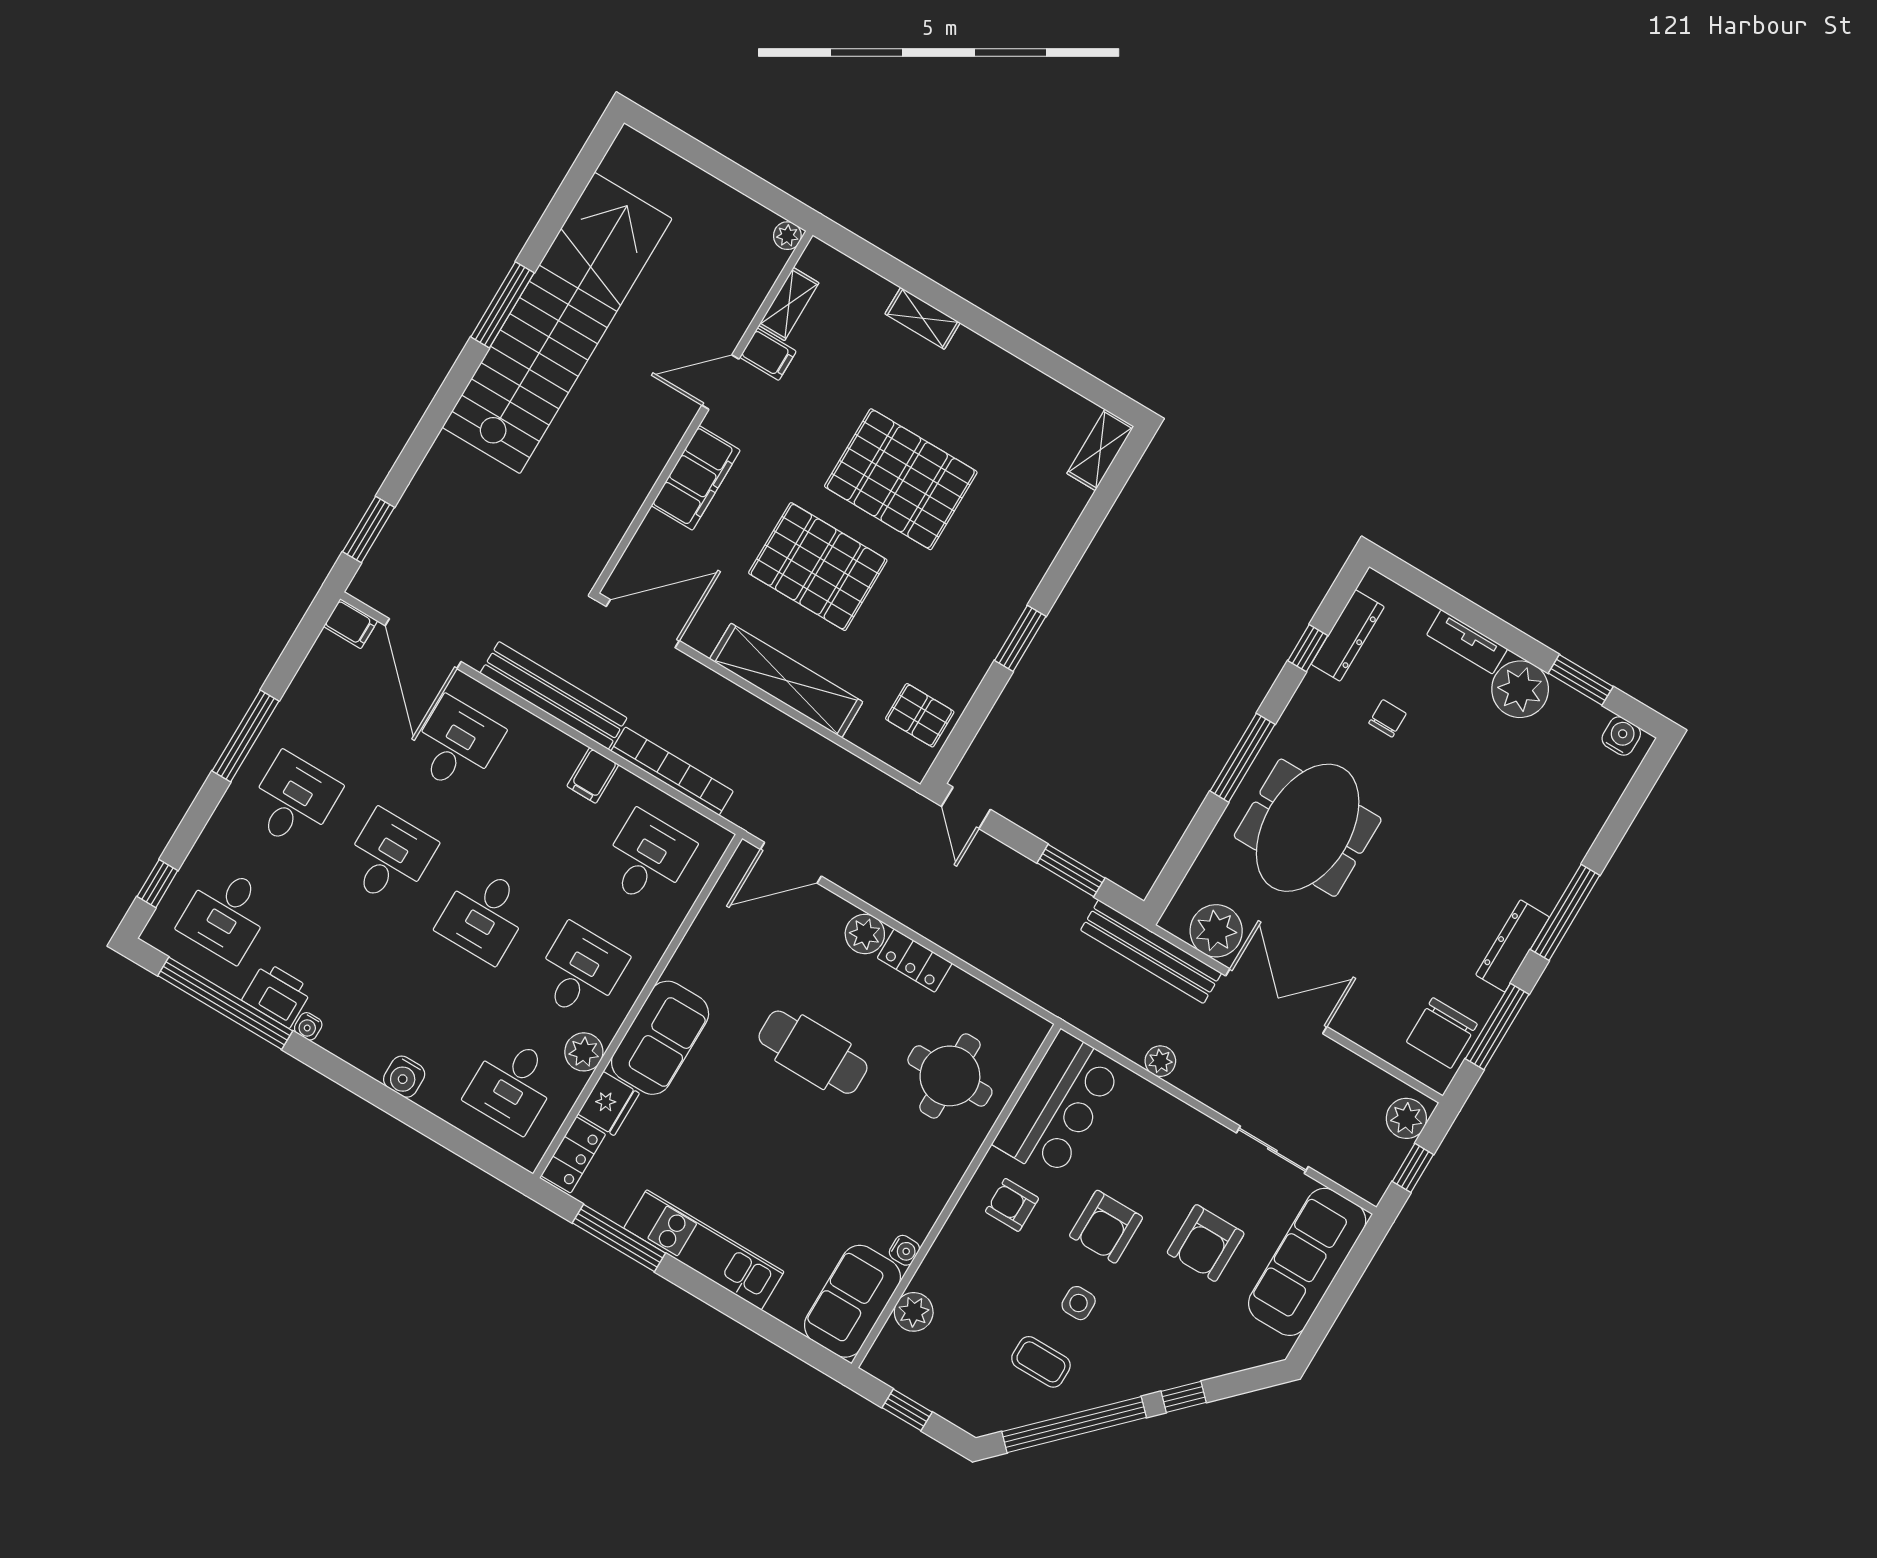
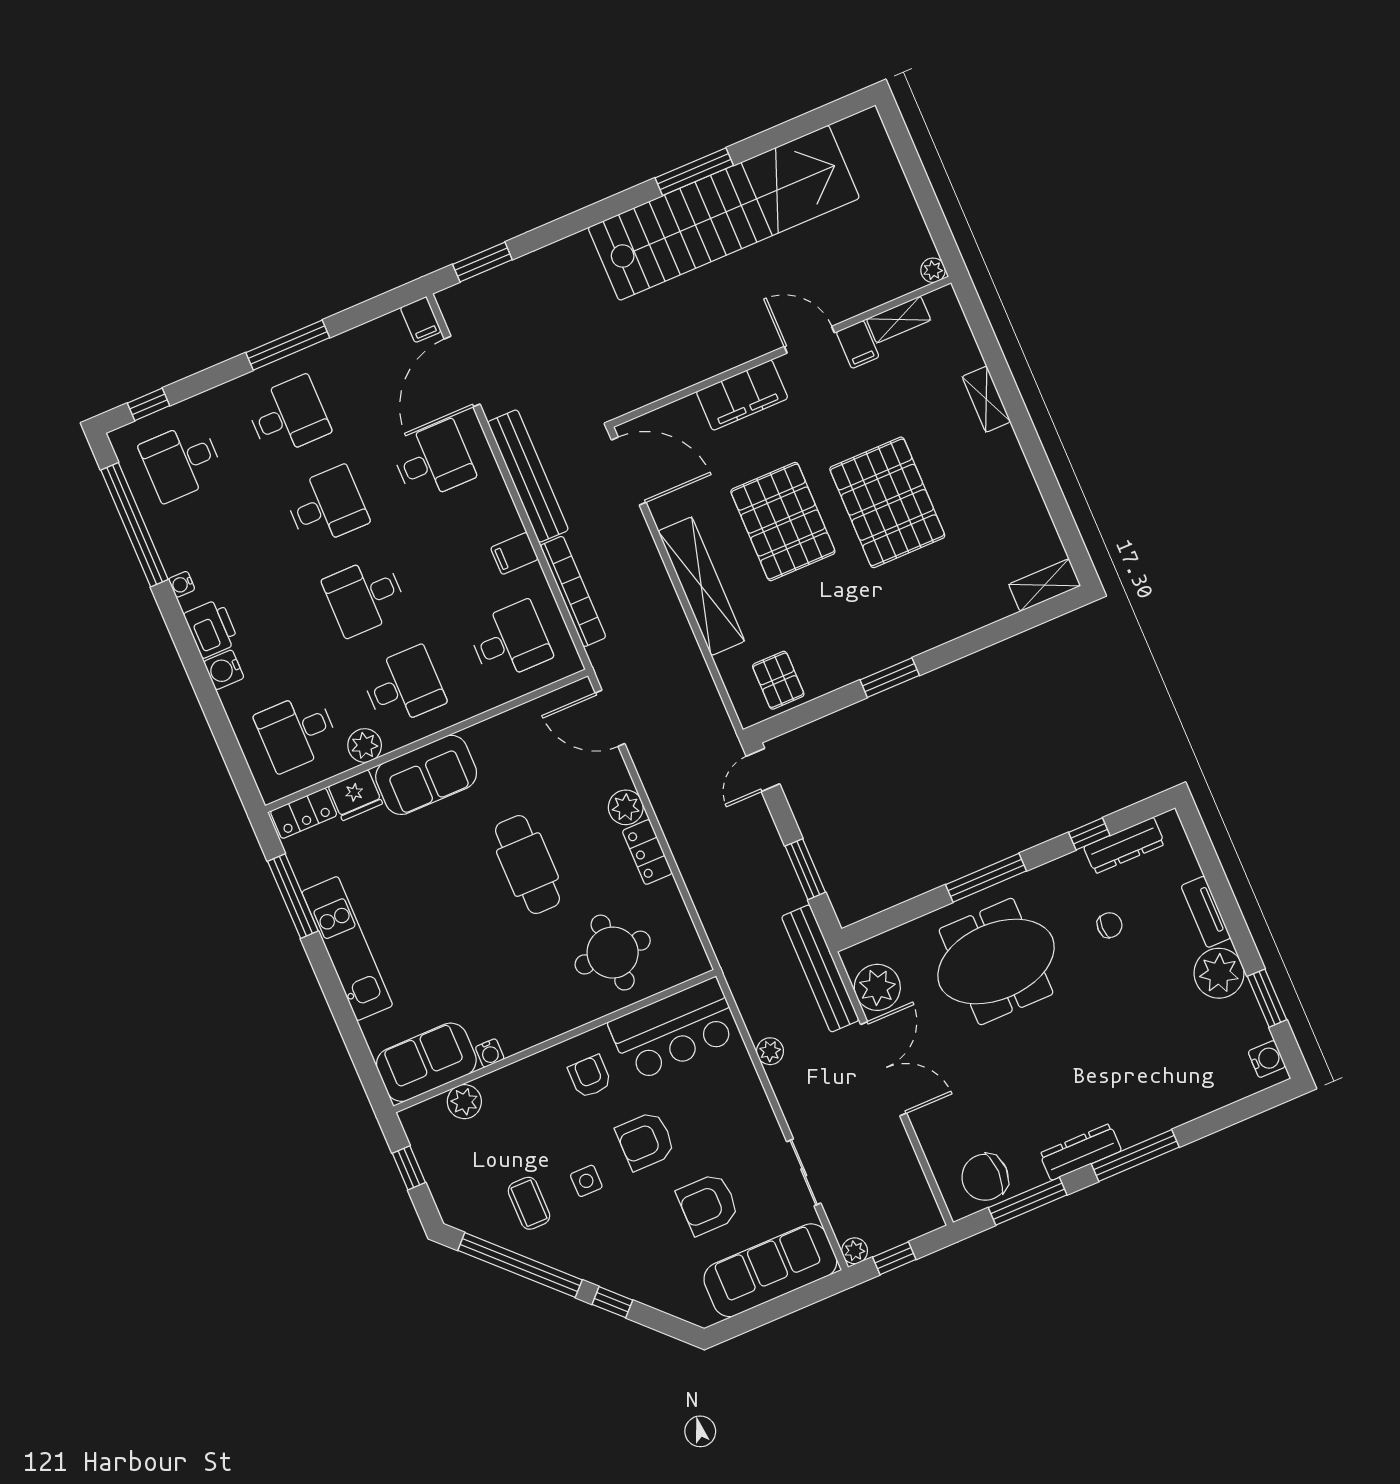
printer: (277, 995) -> (211, 628), moved
plant: (1406, 1118) -> (855, 1251), moved, width x0.73, depth x0.73

